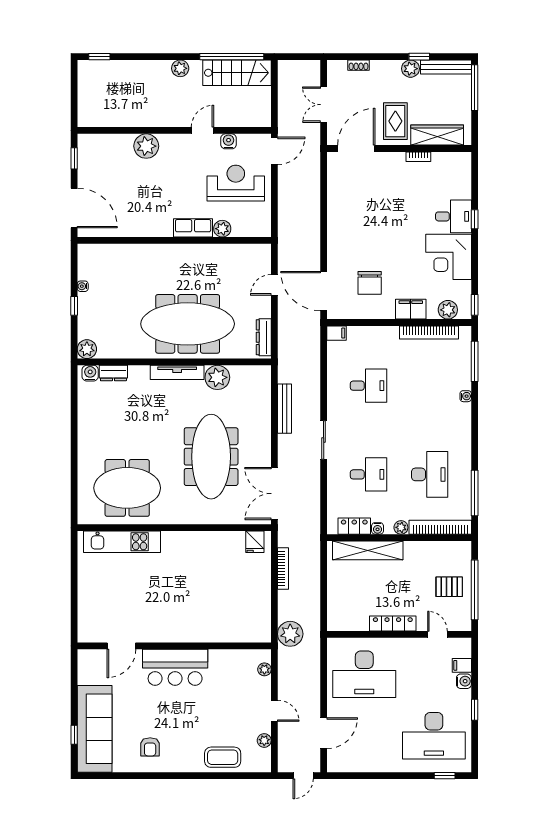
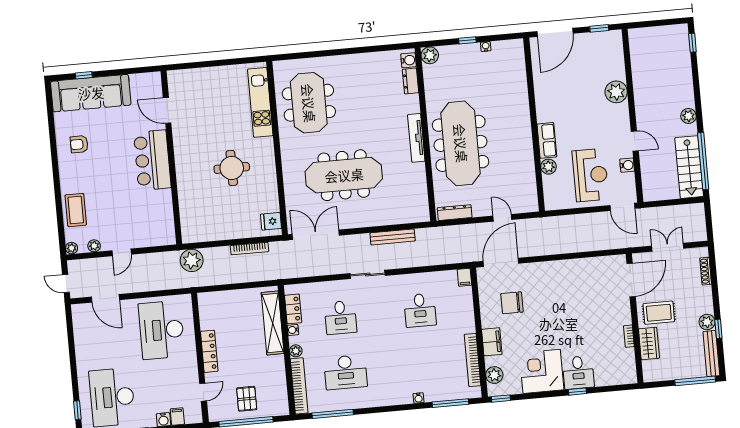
shoe rack: (359, 65) -> (706, 271), width x1.43
wardrobe: (437, 135) -> (649, 343), width x0.67
door: (356, 149) -> (631, 280), hinge flipped
plant: (217, 377) -> (415, 174), removed
round table: (192, 580) -> (232, 168), added
plant: (264, 669) -> (72, 248), moved

